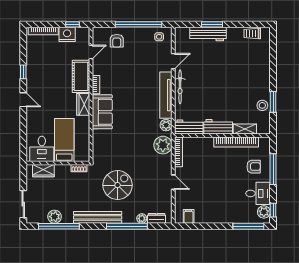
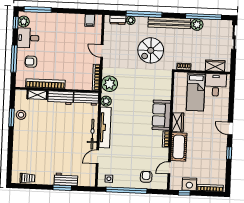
workbench: (208, 34) -> (66, 179), width x0.73
plant: (55, 217) -> (197, 25), moved

